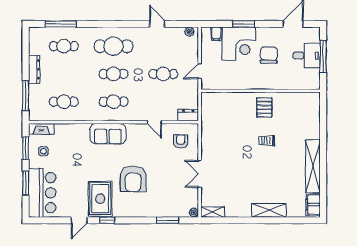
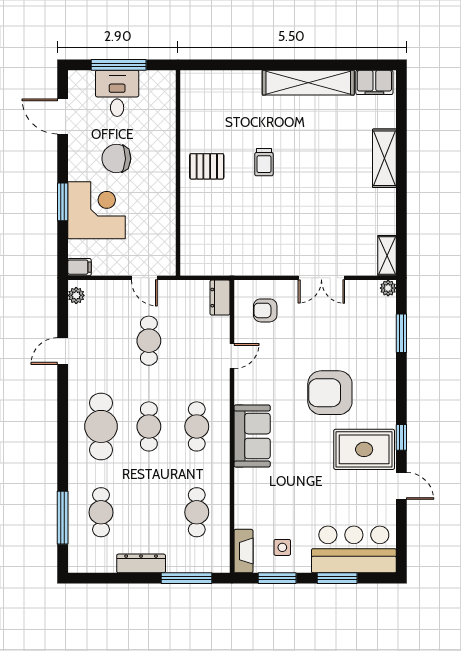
filing cabinet: (216, 34) -> (79, 267), moved
armchair: (133, 179) -> (330, 393), turned 180

